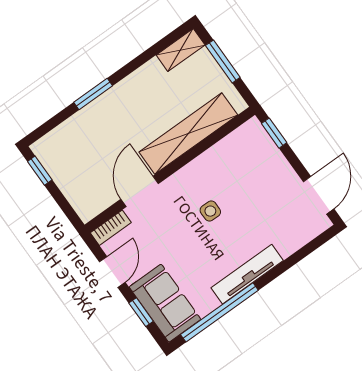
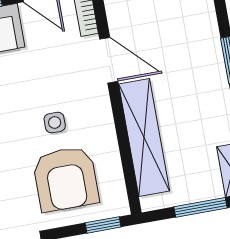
armchair: (251, 181) -> (66, 179), added

